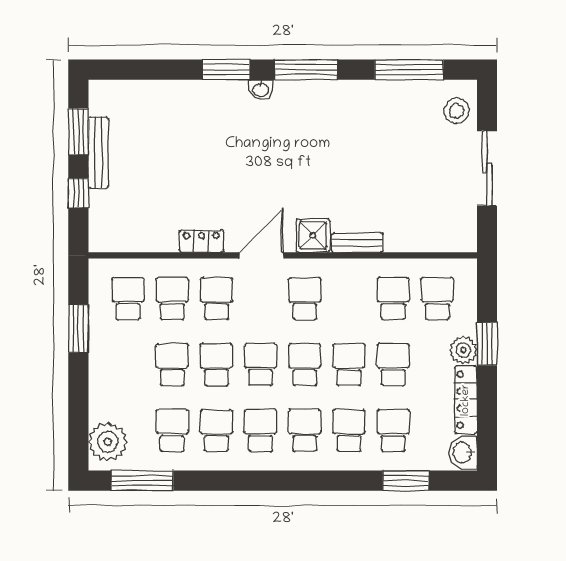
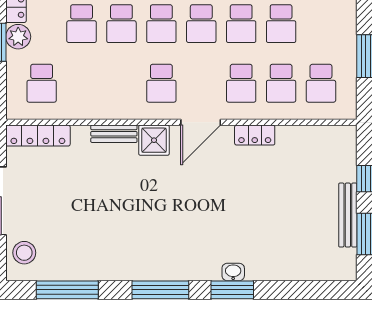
washbasin: (261, 90) -> (233, 272), moved
locker: (441, 241) -> (38, 136), added
school desk: (393, 299) -> (82, 83), removed

